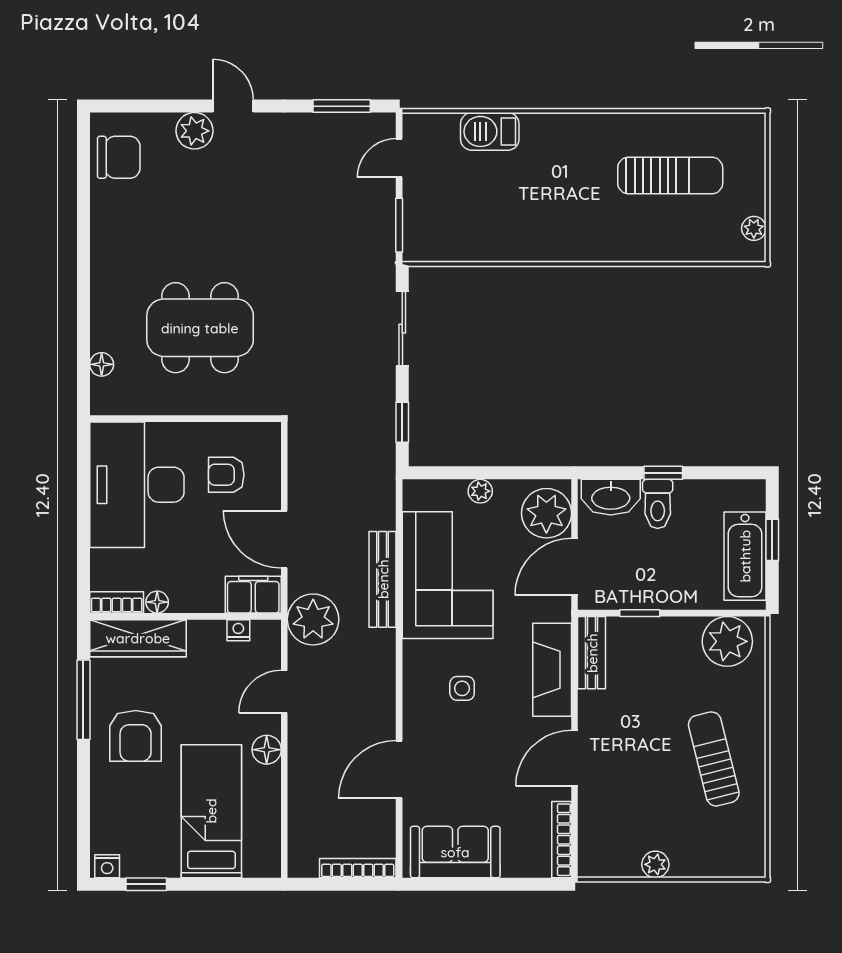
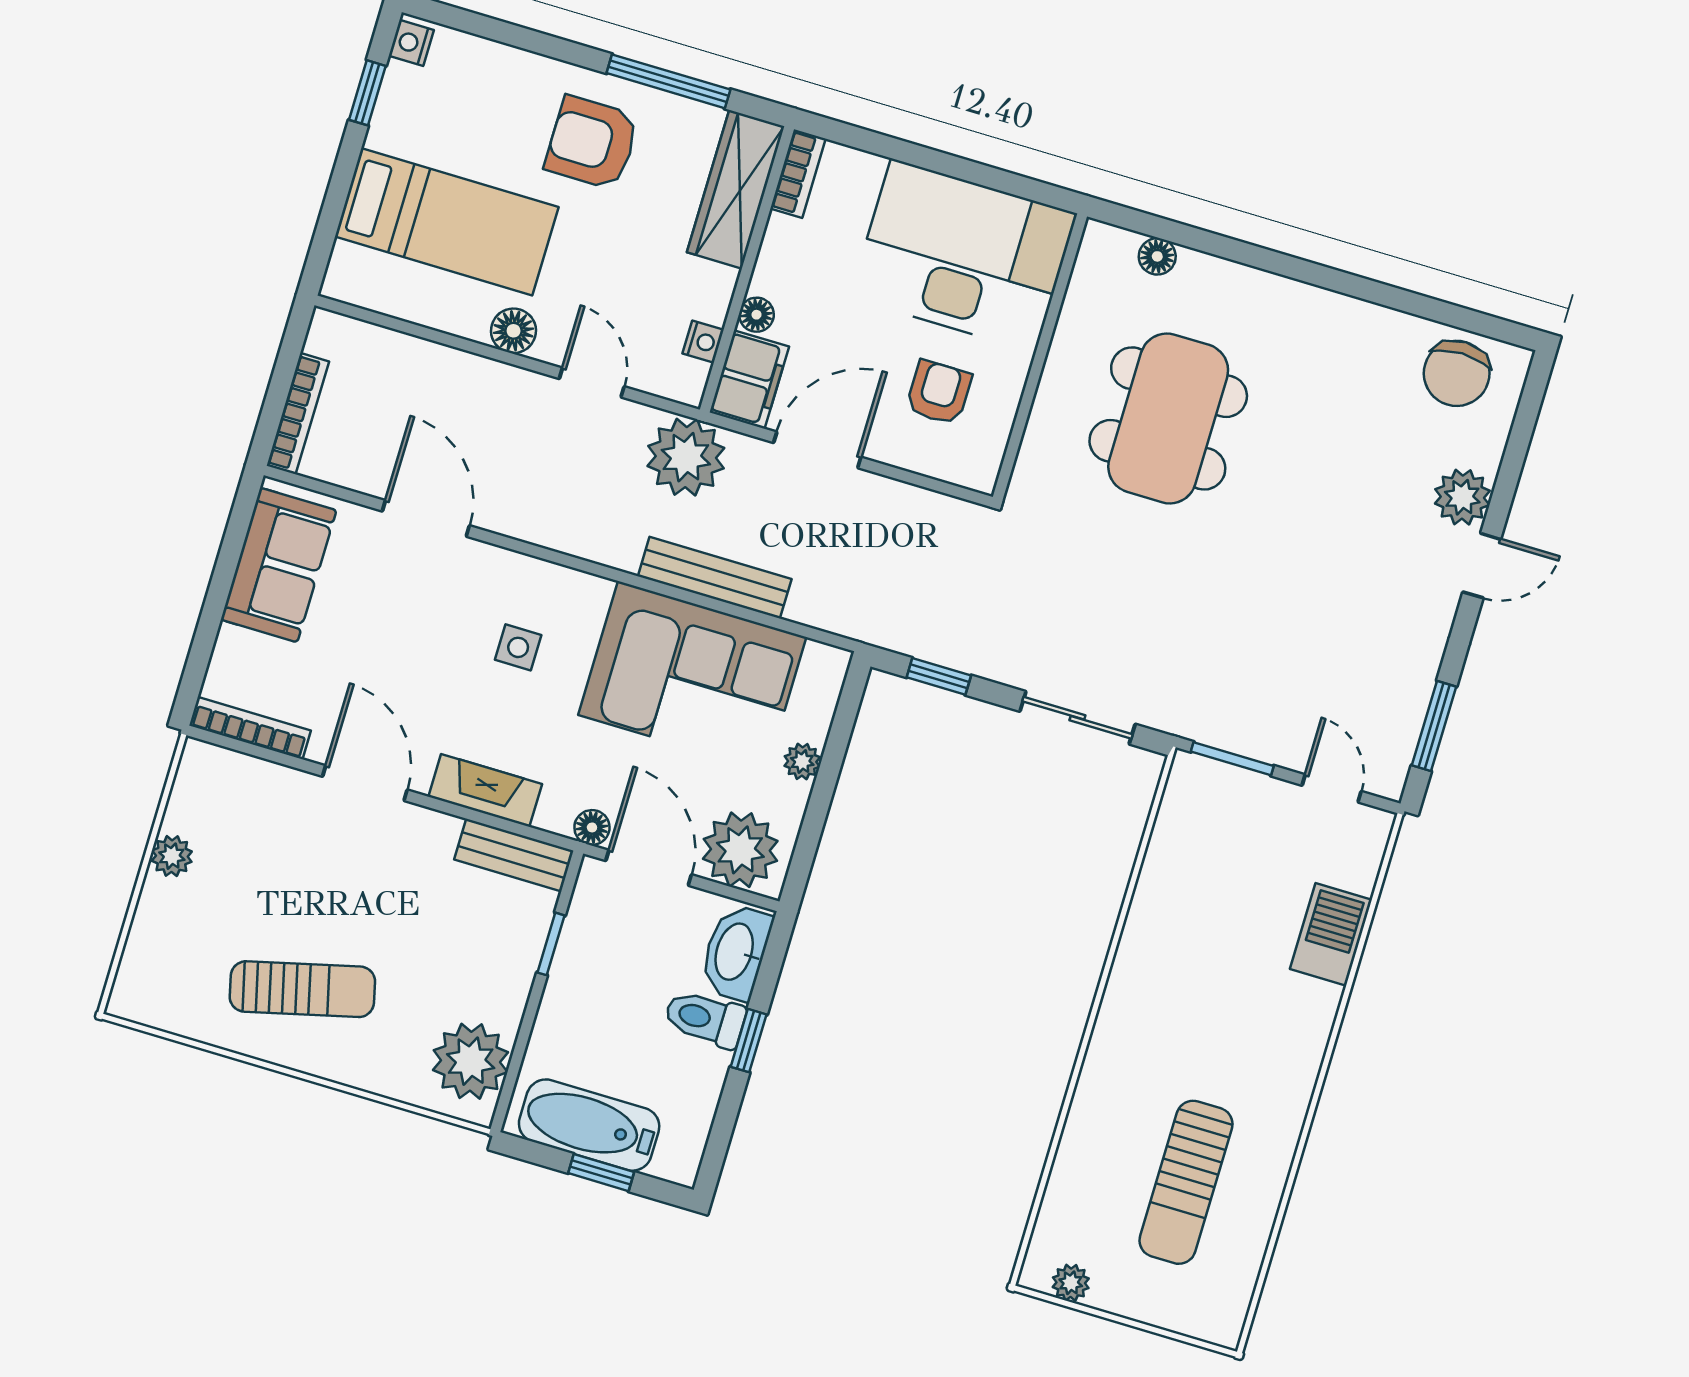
floor lamp: (157, 602) -> (756, 315), moved
floor lamp: (560, 609) -> (592, 827), added
fireplace: (552, 670) -> (485, 790), width x0.73, depth x0.76

